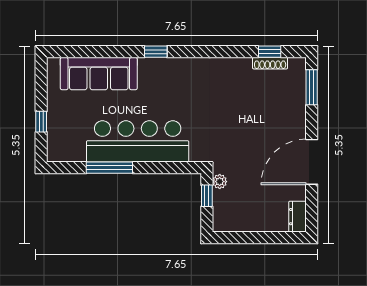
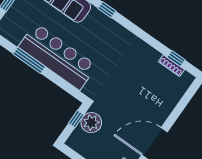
window: (312, 87) -> (186, 98), removed
plant: (220, 182) -> (91, 123), width x1.88, depth x1.88

